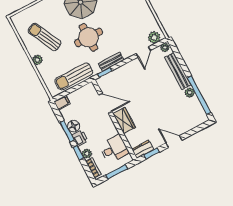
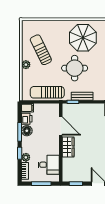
printer: (80, 138) -> (27, 119), moved
dresser: (143, 149) -> (71, 177), removed

